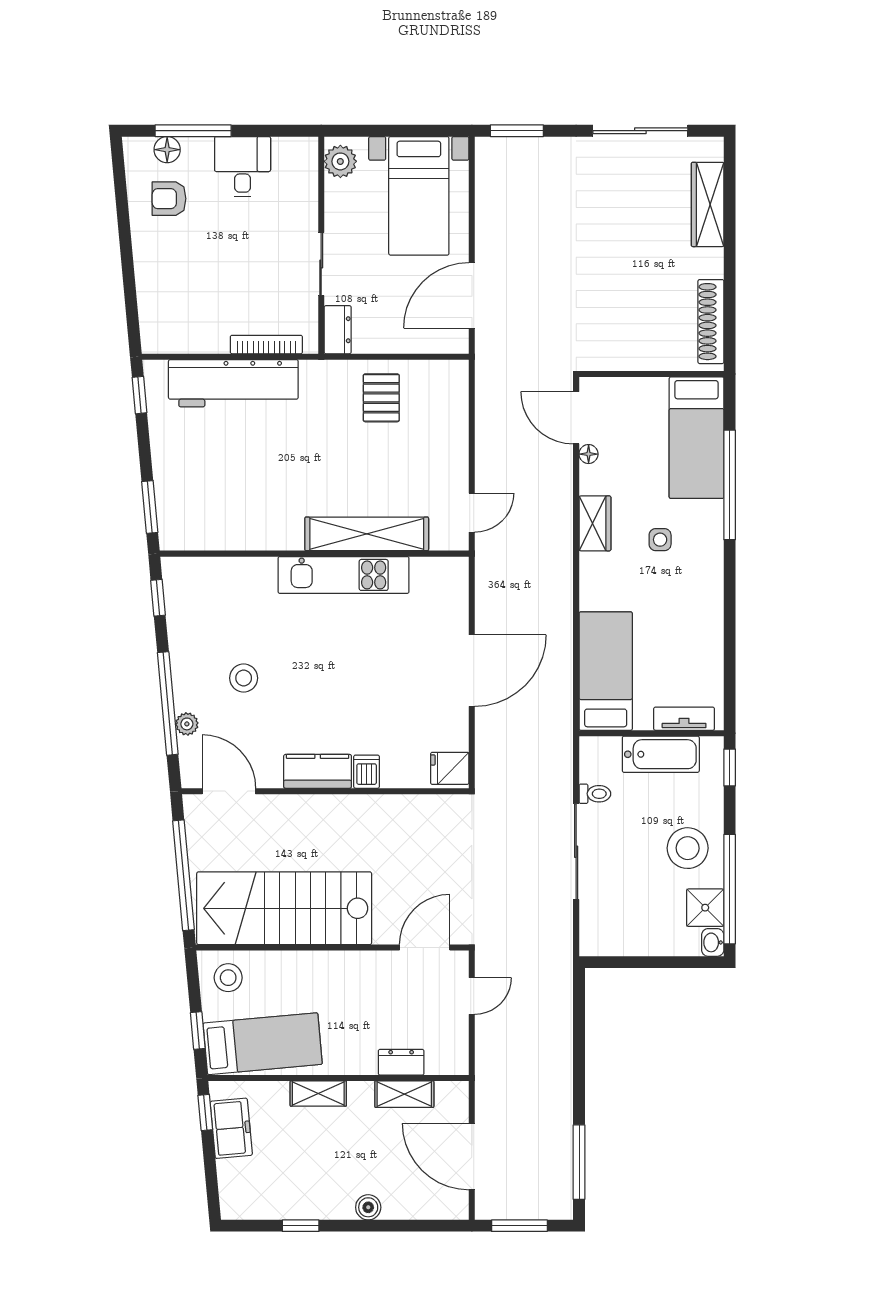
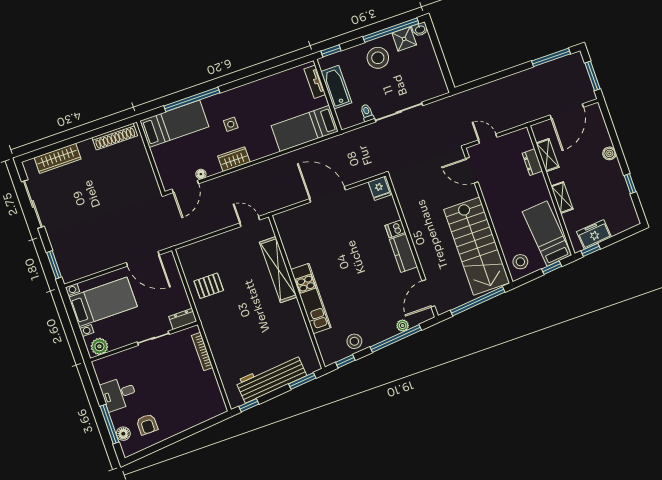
workbench: (233, 383) -> (271, 378), moved, turned -95
kitchen unit: (344, 575) -> (311, 298), moved
stool: (244, 678) -> (354, 341), moved

